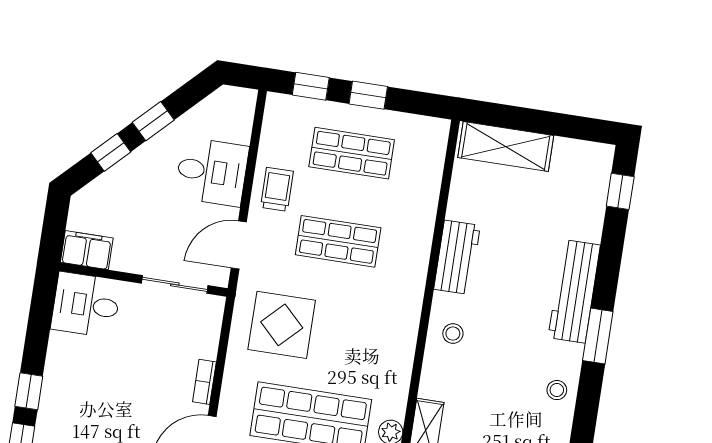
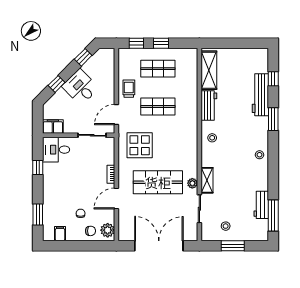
window: (153, 121) -> (83, 57), moved
shelving: (506, 147) -> (209, 70), moved, turned 90
desk: (212, 172) -> (80, 87), moved, turned -135
window: (620, 191) -> (273, 79), moved
workbench: (574, 291) -> (260, 95), moved
window: (598, 336) -> (273, 119), moved
window: (29, 391) -> (38, 167), moved

